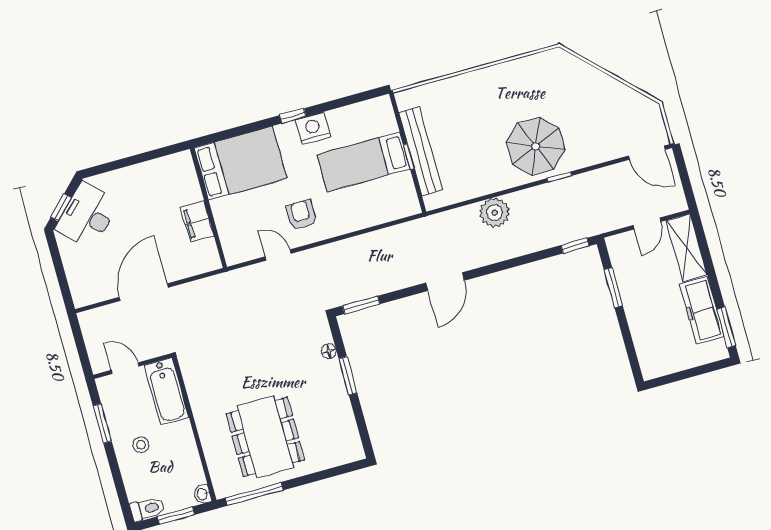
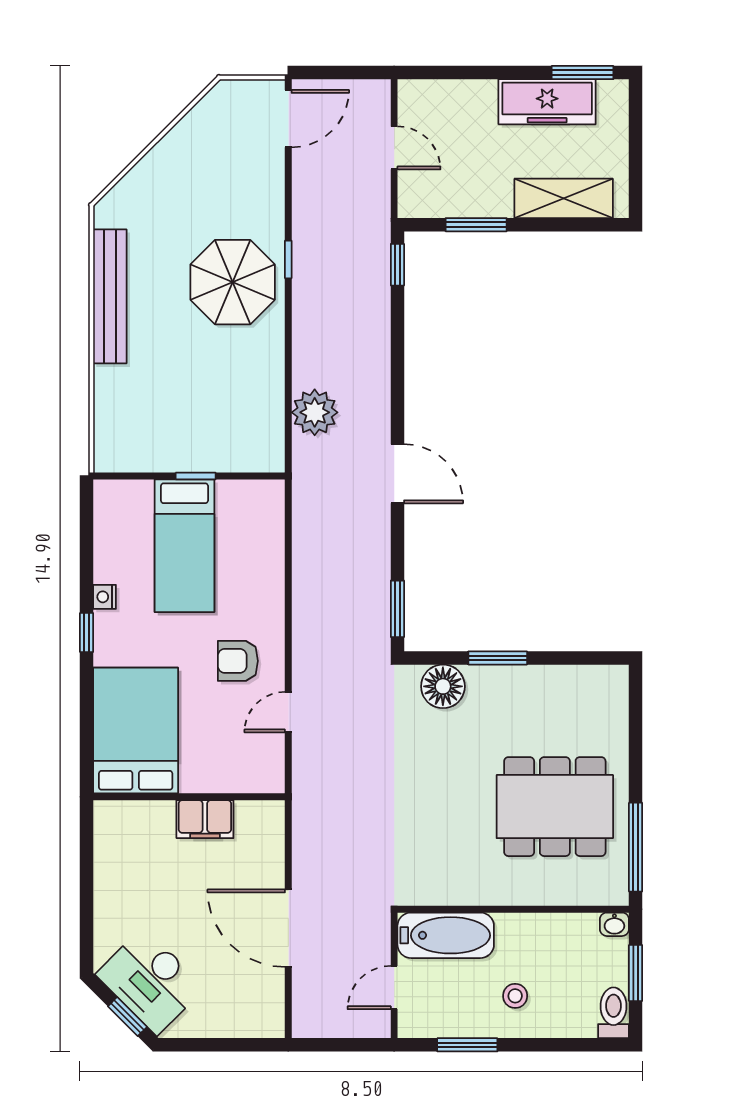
nightstand: (313, 128) -> (105, 597), width x0.53, depth x0.56
bench: (421, 151) -> (110, 296), moved, turned 90
plant: (495, 213) -> (315, 412), moved
shelving: (686, 248) -> (564, 198), moved
floor lamp: (329, 351) -> (443, 686), width x1.89, depth x1.89

